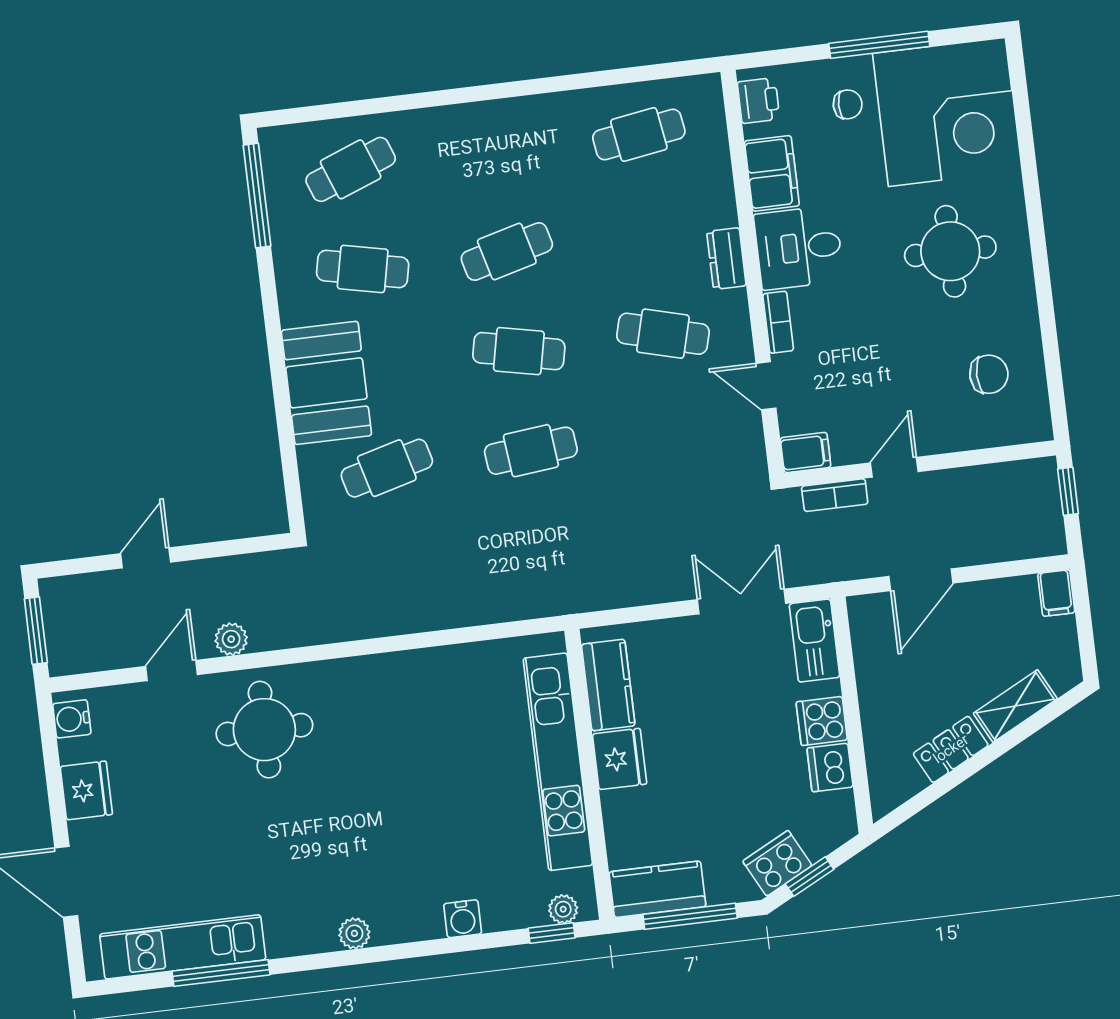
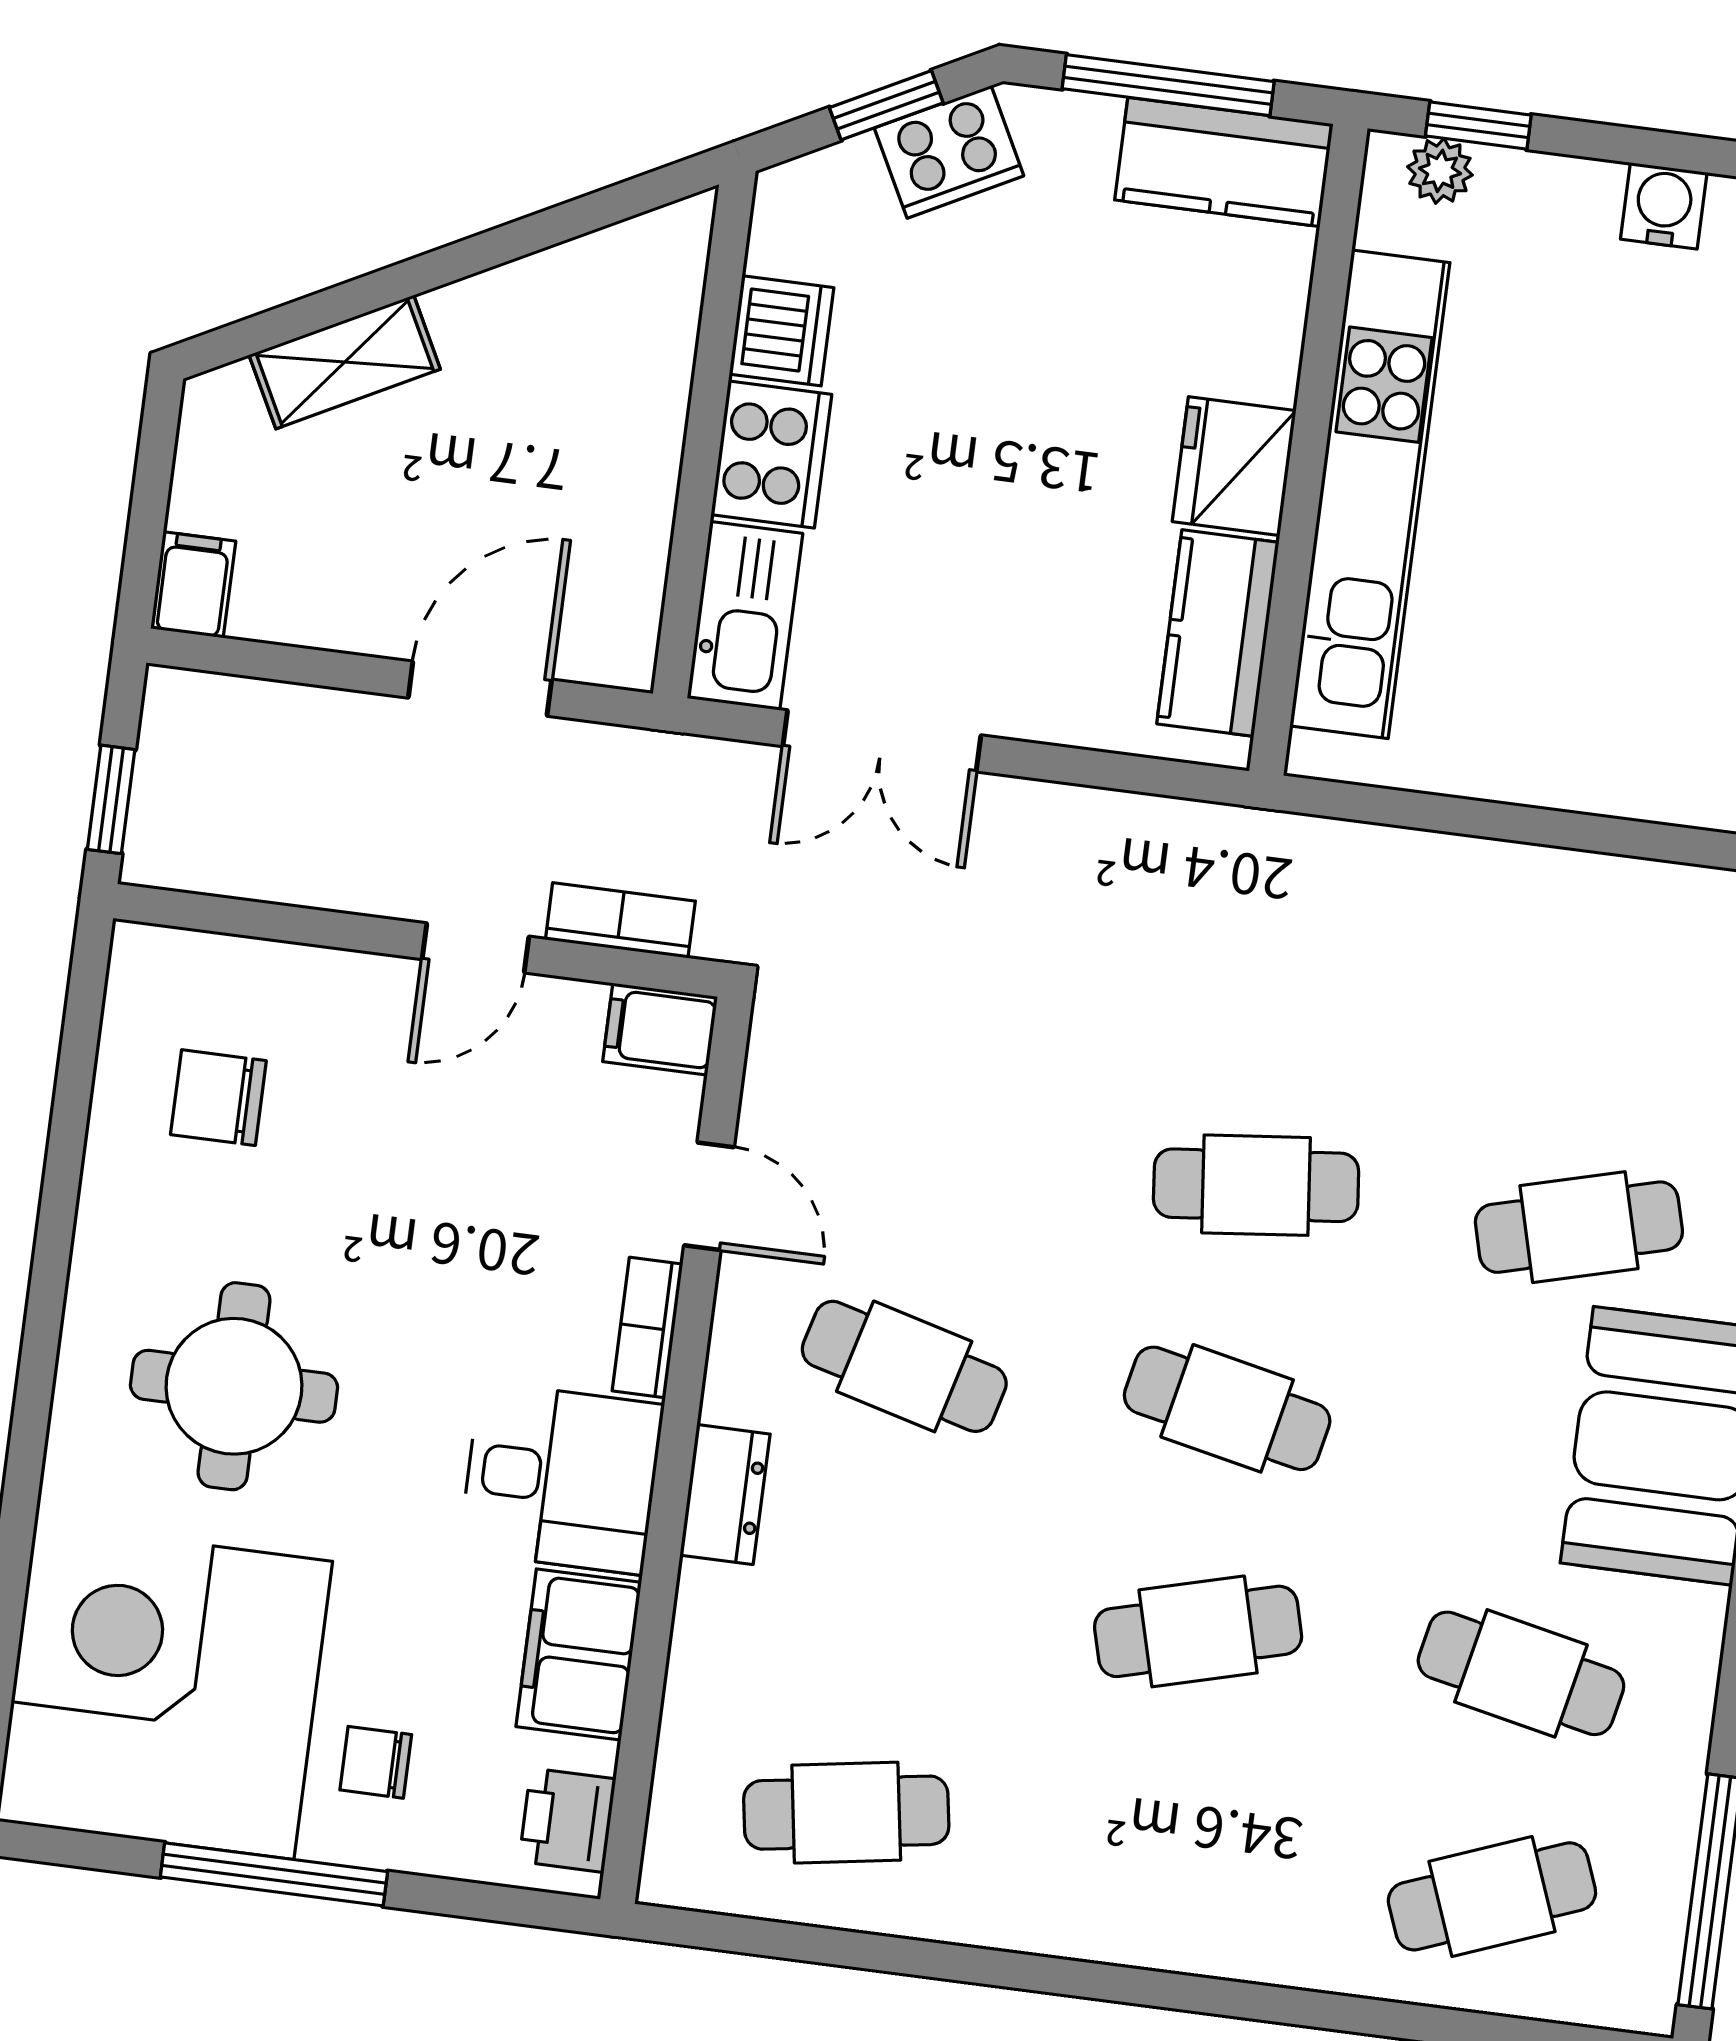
cooker: (822, 721) -> (771, 454), width x1.36
locker: (951, 749) -> (509, 303), removed

